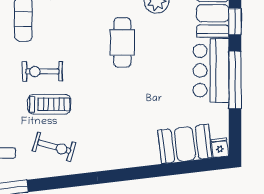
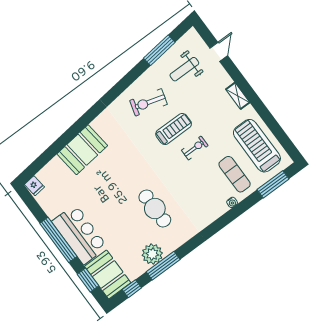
exercise bike: (42, 72) -> (195, 148), width x0.73, depth x0.72
treadmill: (49, 104) -> (174, 129), turned 180
booth: (185, 144) -> (82, 150), moved

